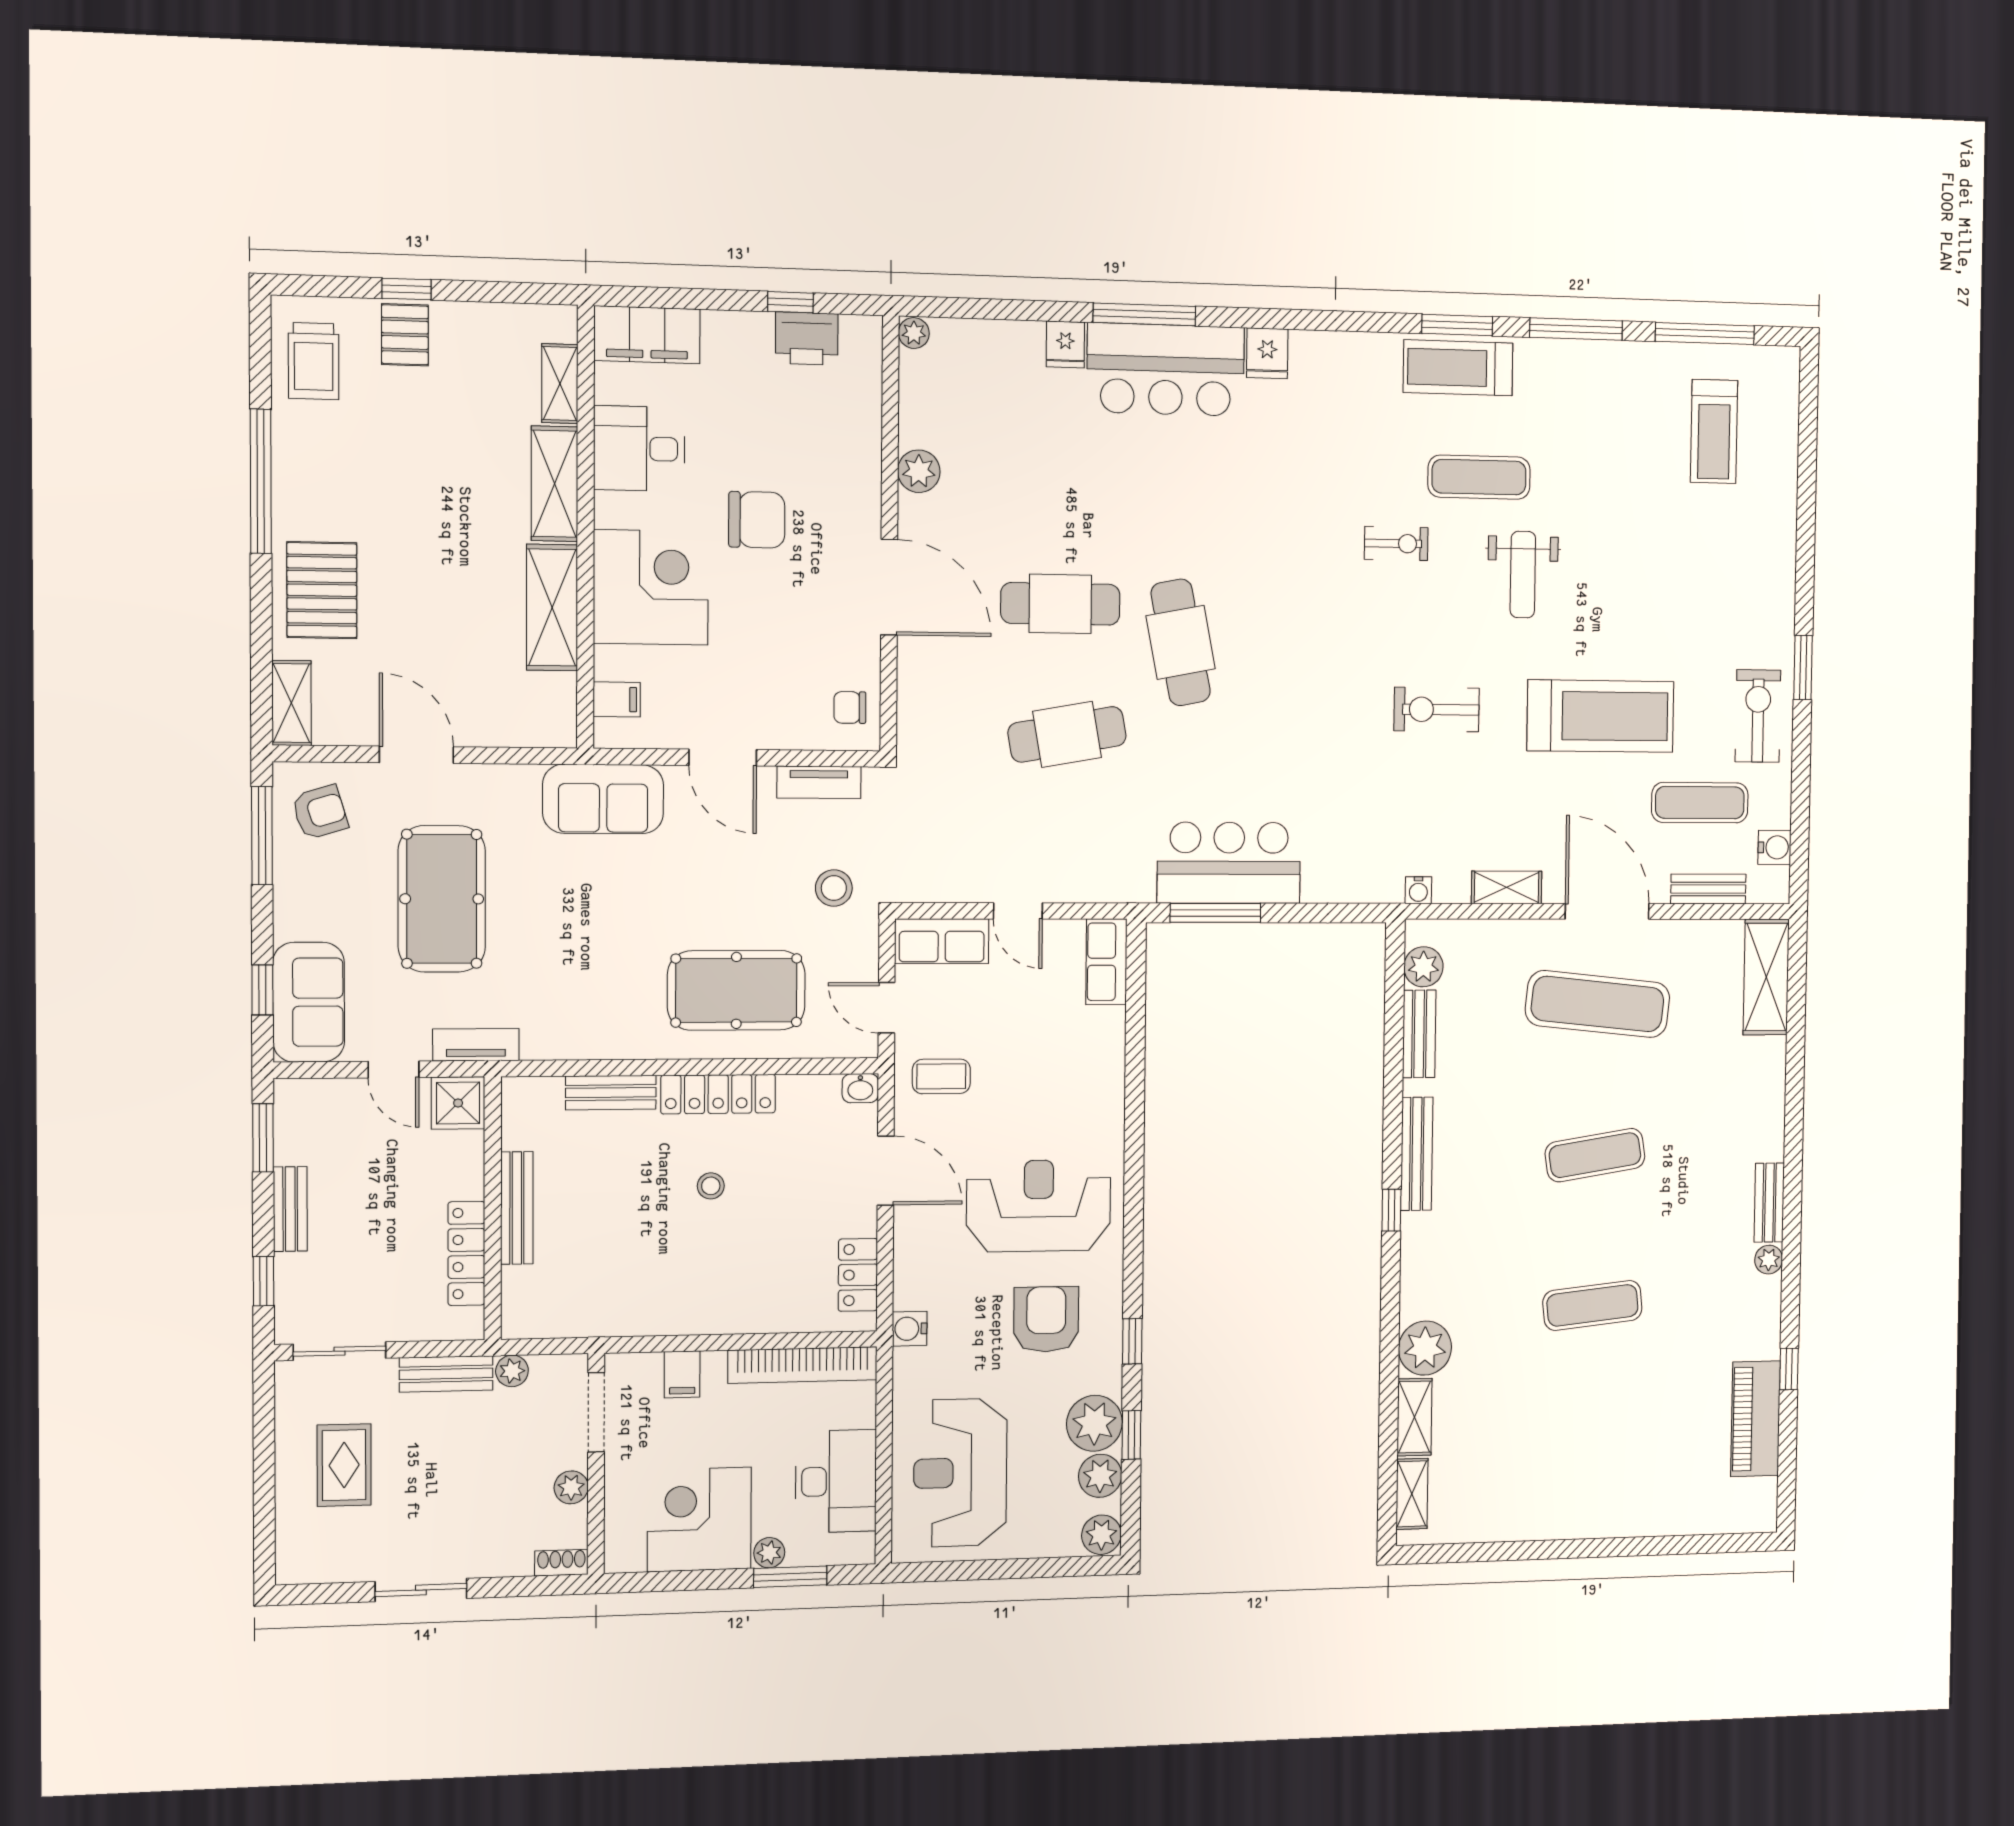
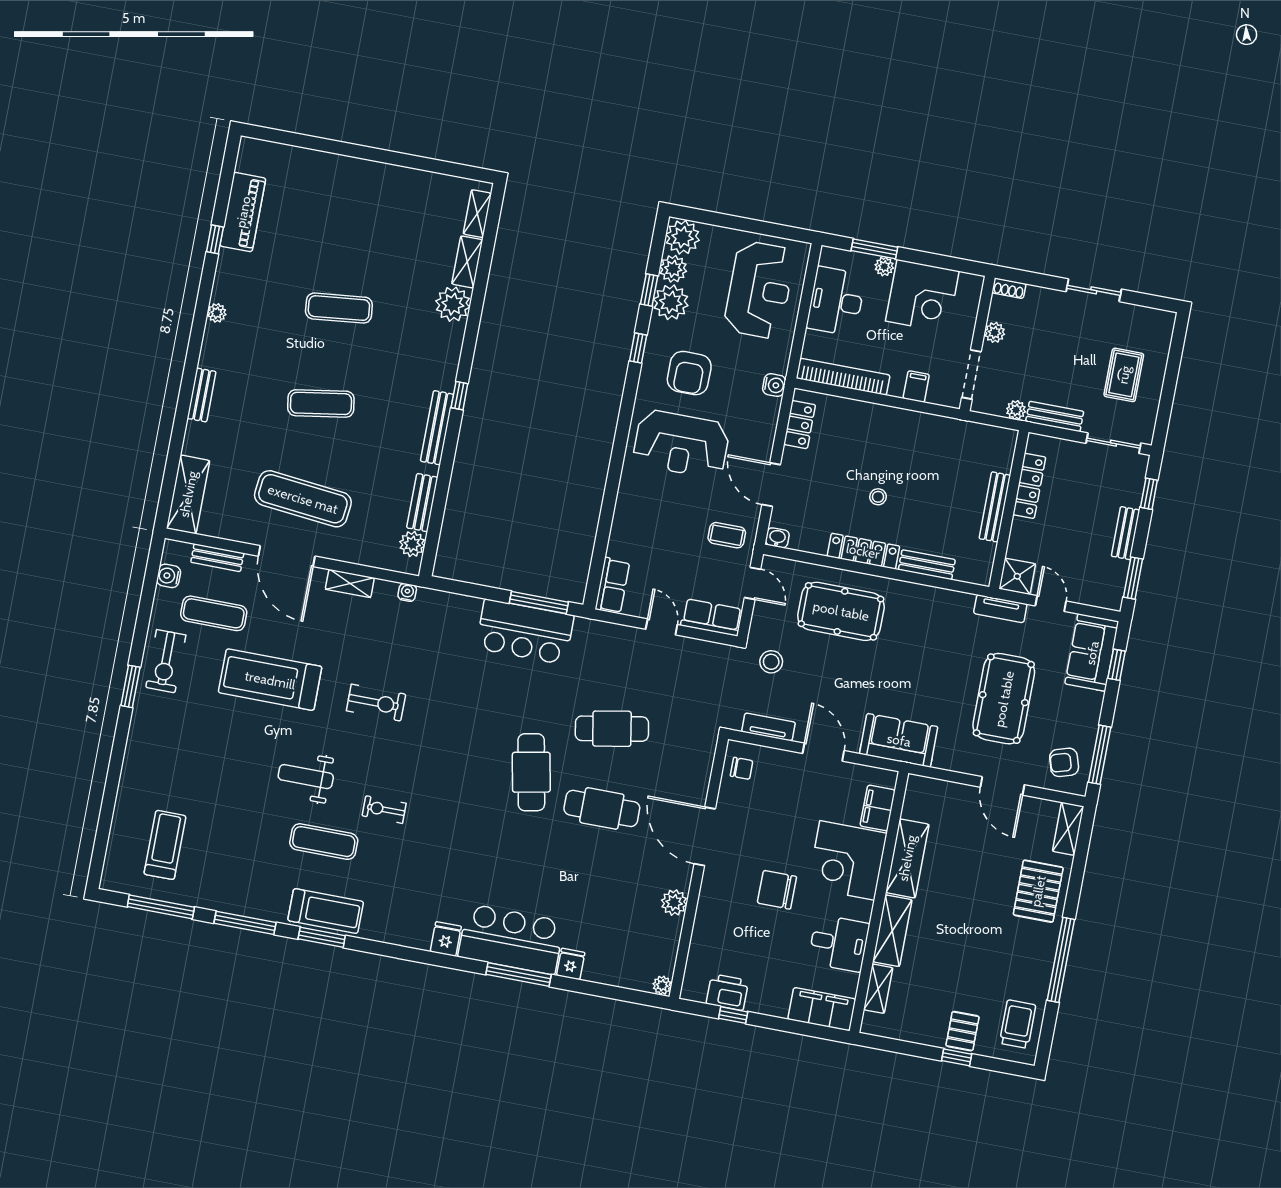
weight bench: (1523, 575) -> (306, 777), turned -90
filing cabinet: (617, 699) -> (878, 808), width x2.00
bench: (1769, 1203) -> (202, 395), moved
plant: (1101, 1535) -> (683, 237), width x1.36, depth x1.36

